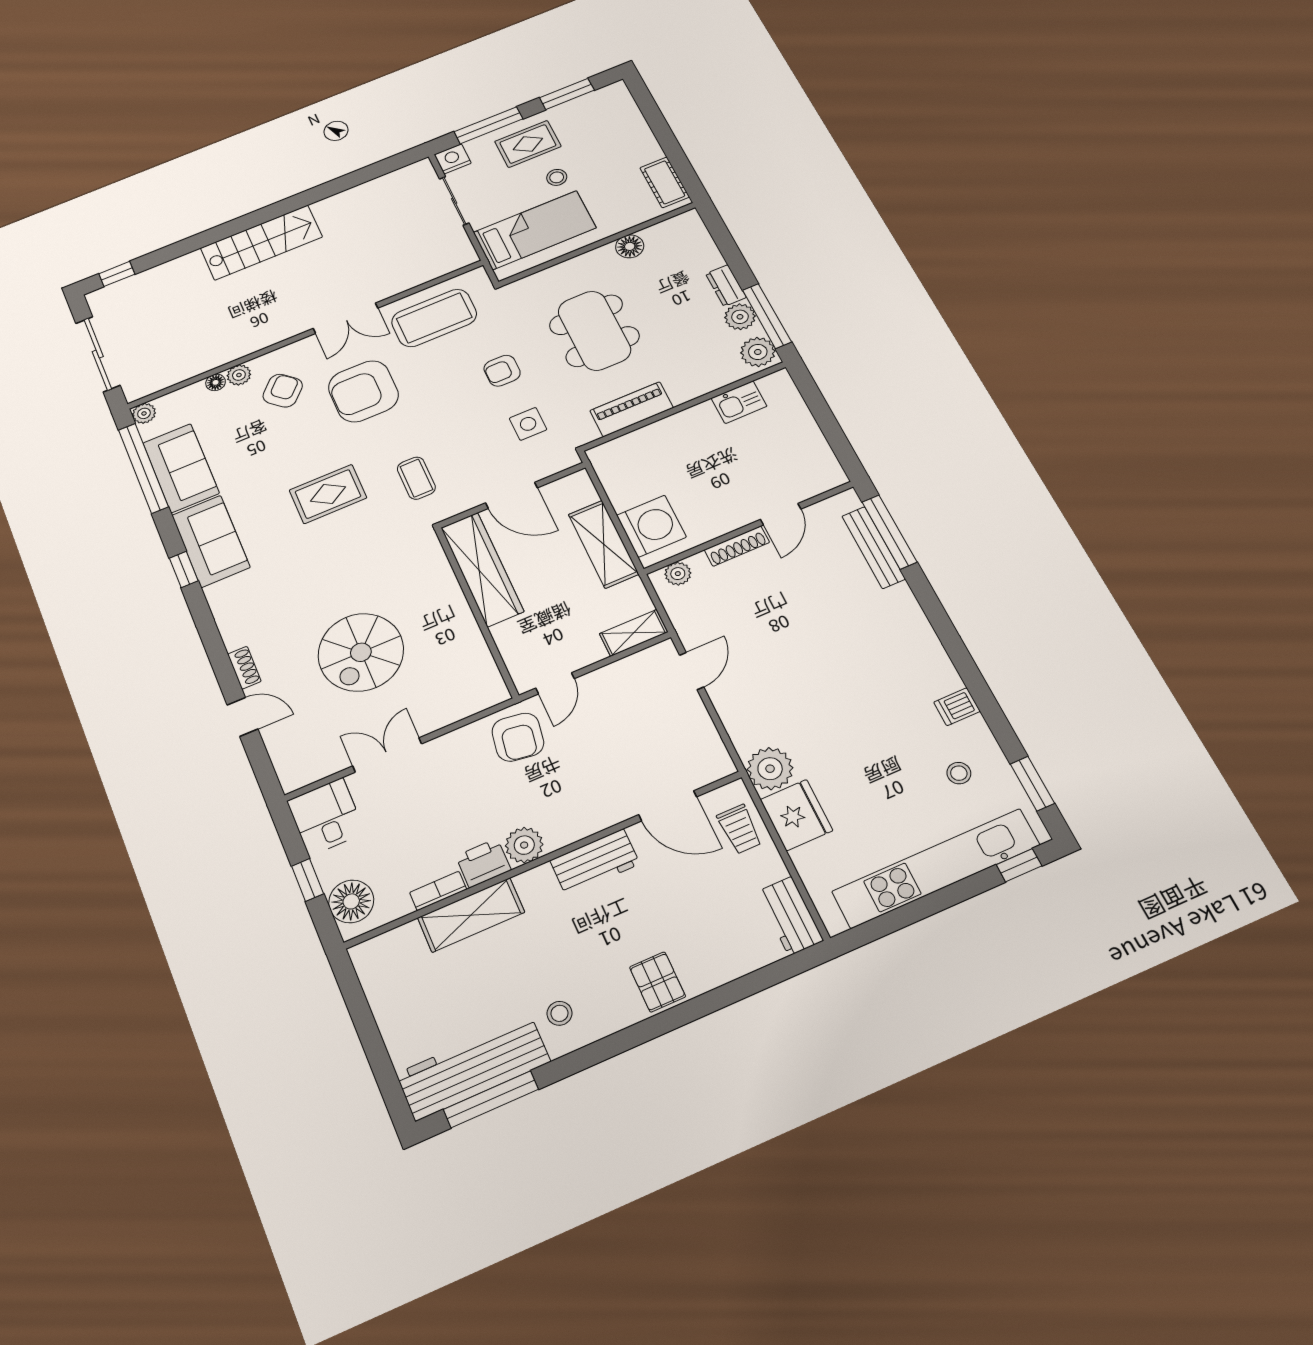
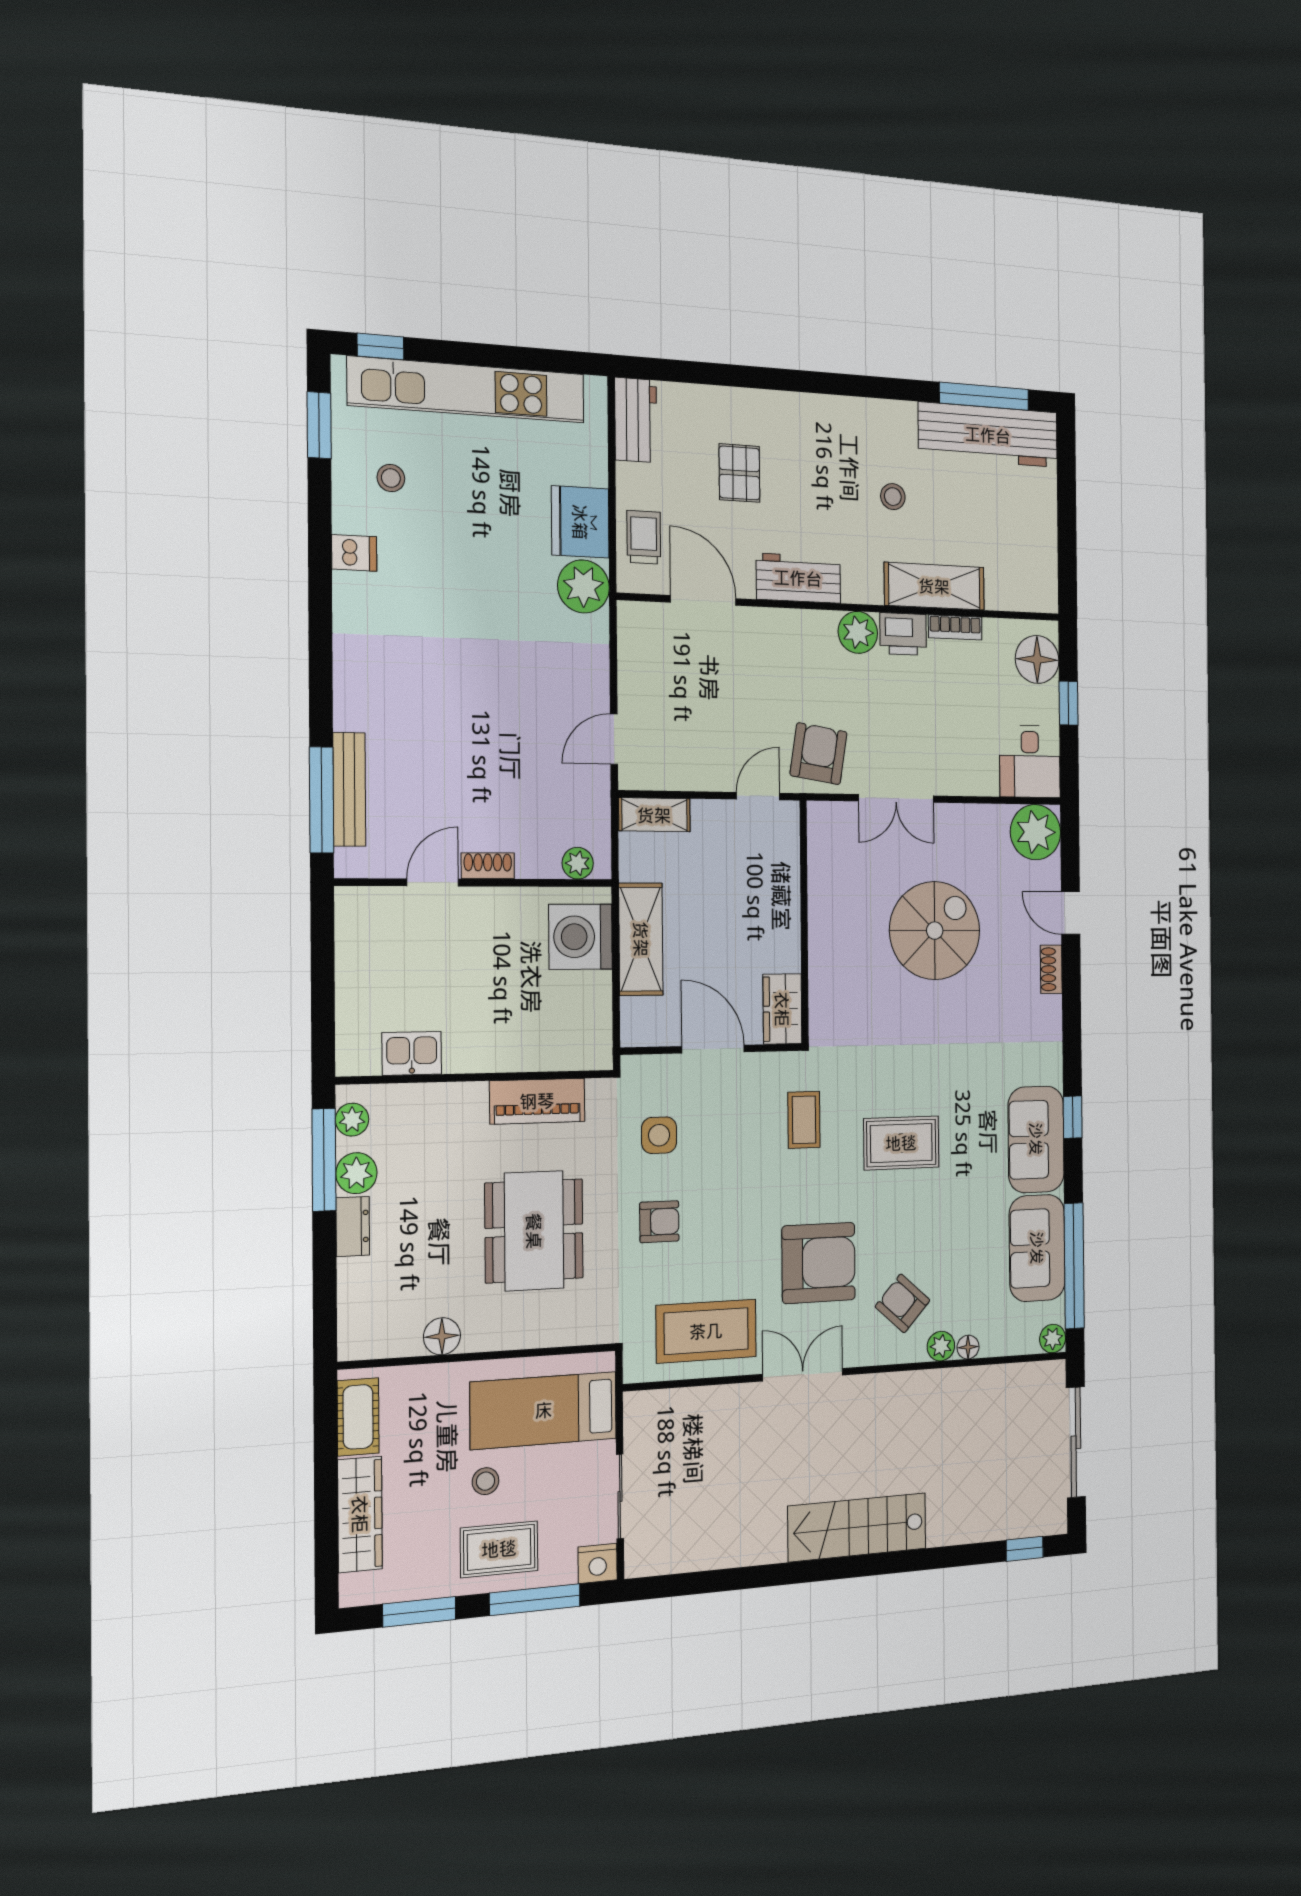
wardrobe: (635, 131) -> (360, 1514), added
plant: (758, 352) -> (352, 1120), width x0.73, depth x0.73
armchair: (283, 391) -> (903, 1303), turned 89
shoe rack: (737, 546) -> (488, 866), width x0.70
wardrobe: (482, 569) -> (782, 1009), width x0.48, depth x0.85
double door: (387, 755) -> (896, 798), moved
plant: (299, 764) -> (1036, 832), added
pallet: (658, 982) -> (739, 473), moved
stool: (559, 1013) -> (893, 497), moved

